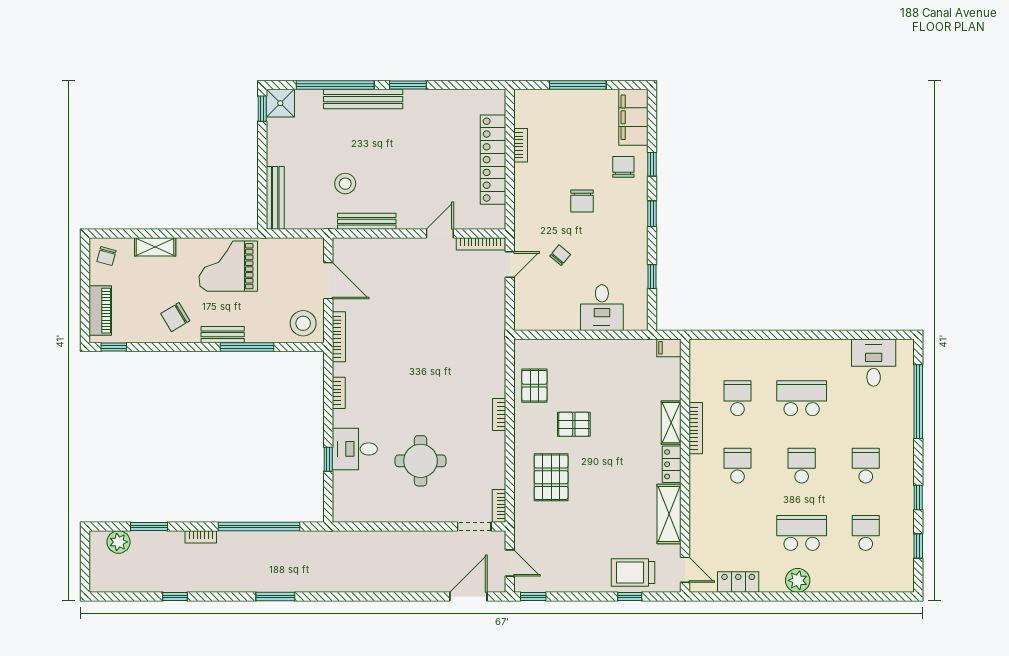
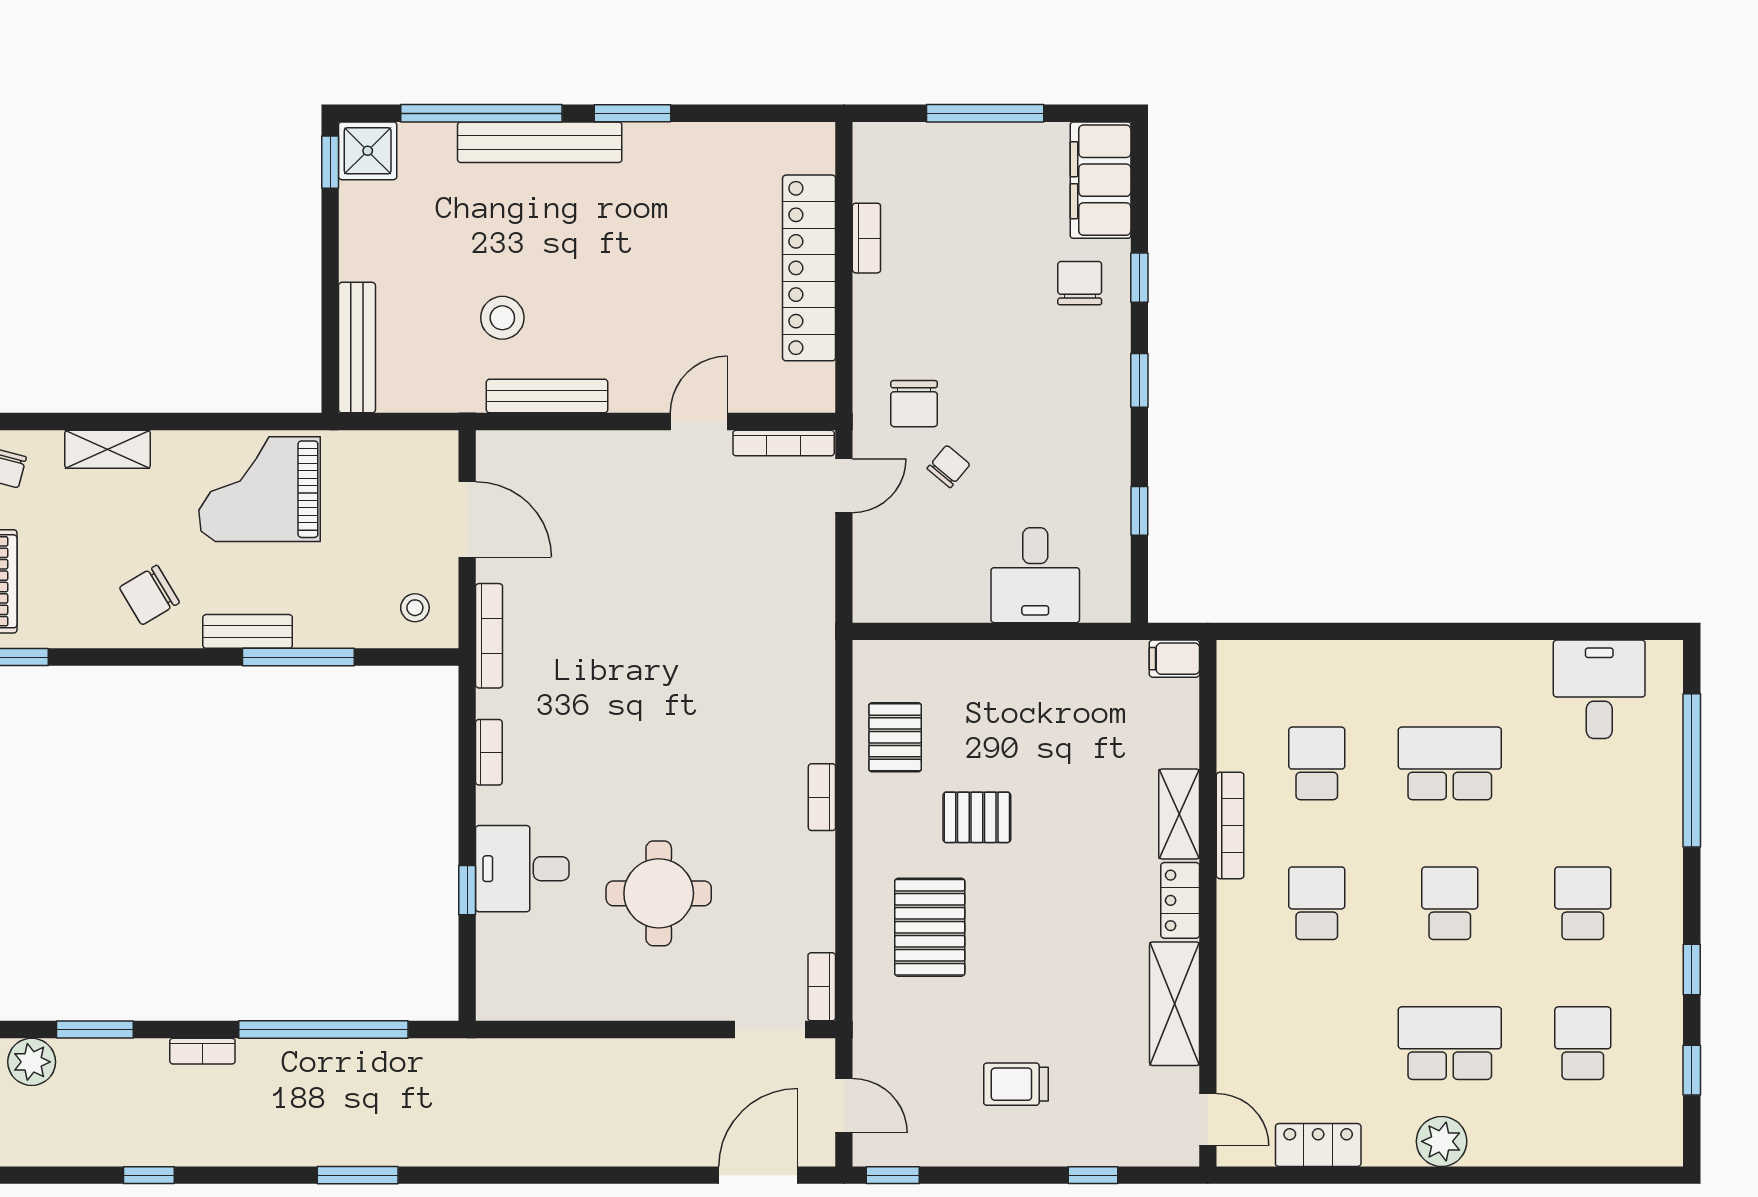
chair: (582, 201) -> (914, 404), moved
stool: (303, 323) -> (415, 608), width x0.53, depth x0.53
trolley: (633, 573) -> (1016, 1084), moved, width x0.73, depth x0.72

